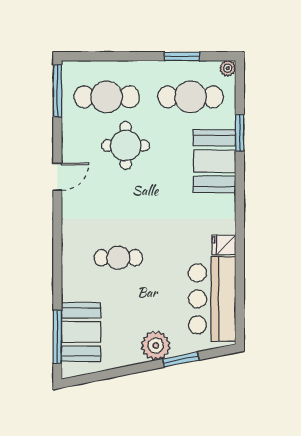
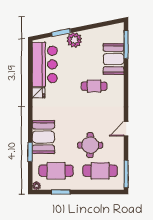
booth: (81, 332) -> (114, 59), moved

